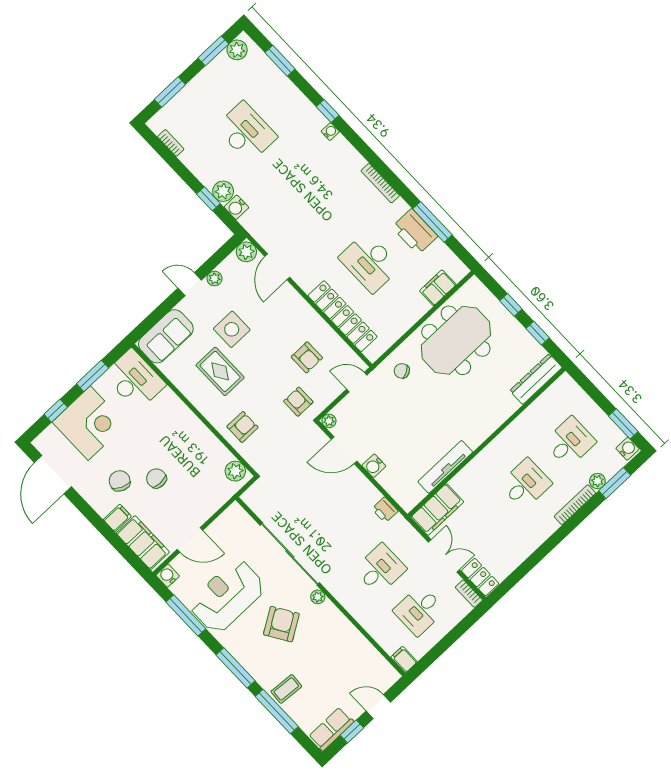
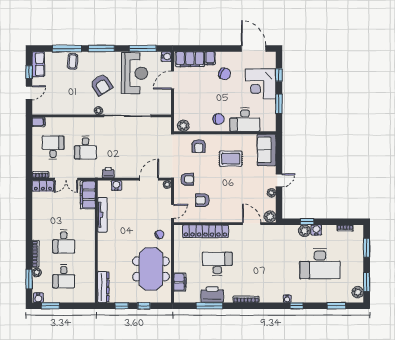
desk: (246, 132) -> (320, 264), width x1.36, depth x1.30
water cooler: (236, 207) -> (316, 230), moved
side table: (232, 329) -> (244, 180), removed
desk: (134, 380) -> (245, 120), moved
water cooler: (374, 466) -> (116, 185), moved
chair: (156, 478) -> (219, 119), moved

